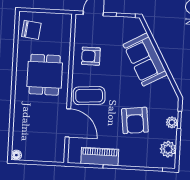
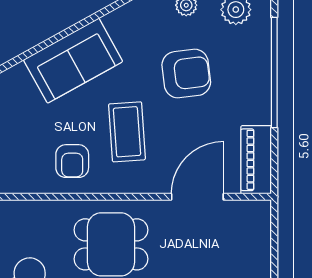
coffee table: (89, 96) -> (127, 132), moved
piano: (100, 156) -> (256, 160), moved

